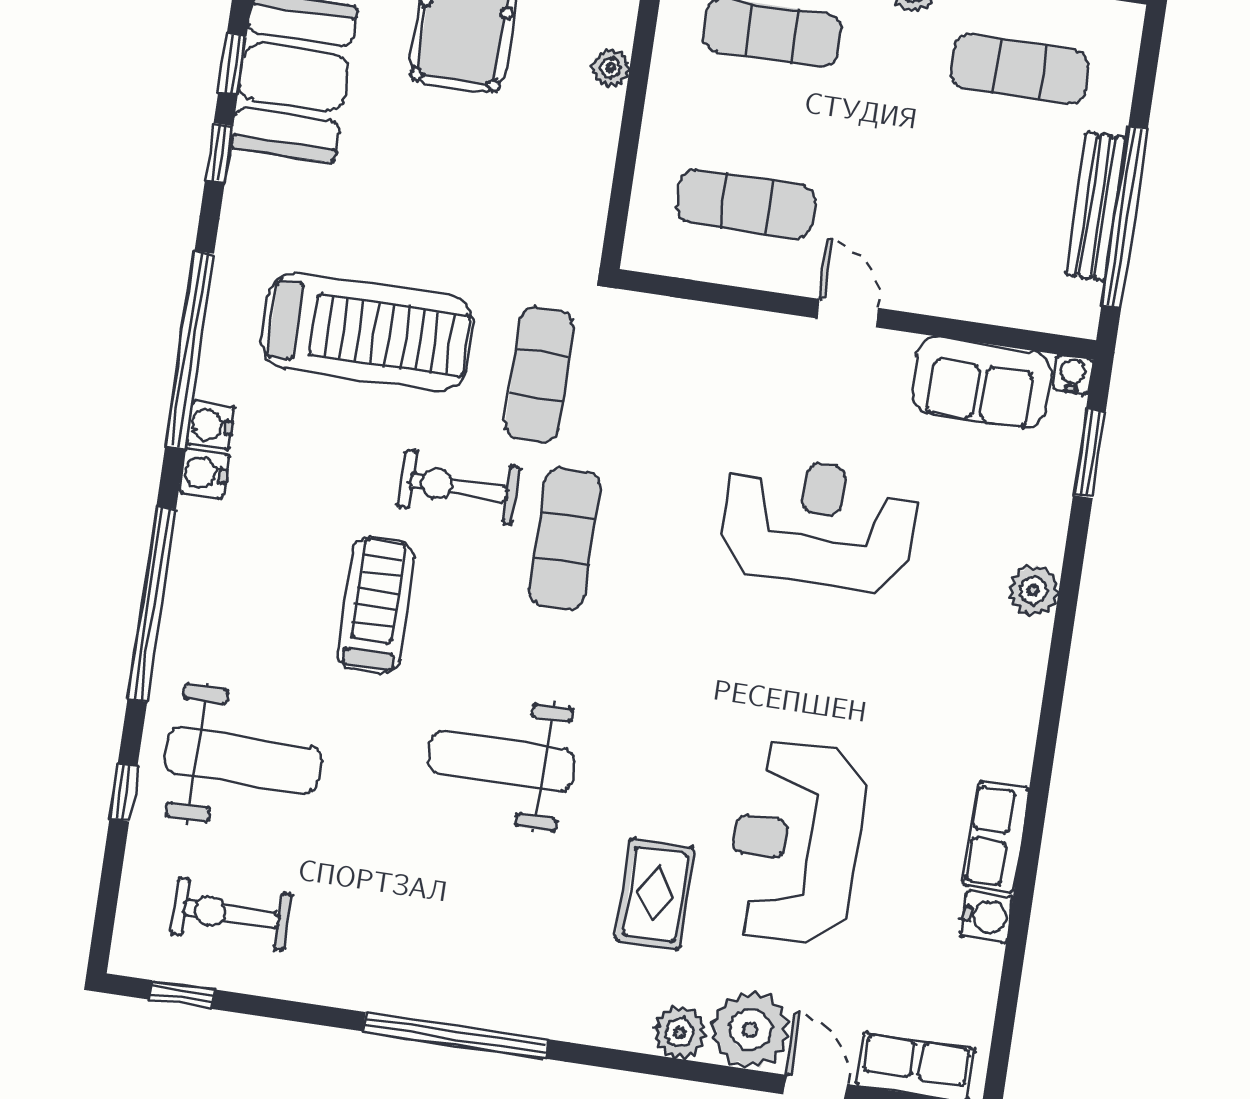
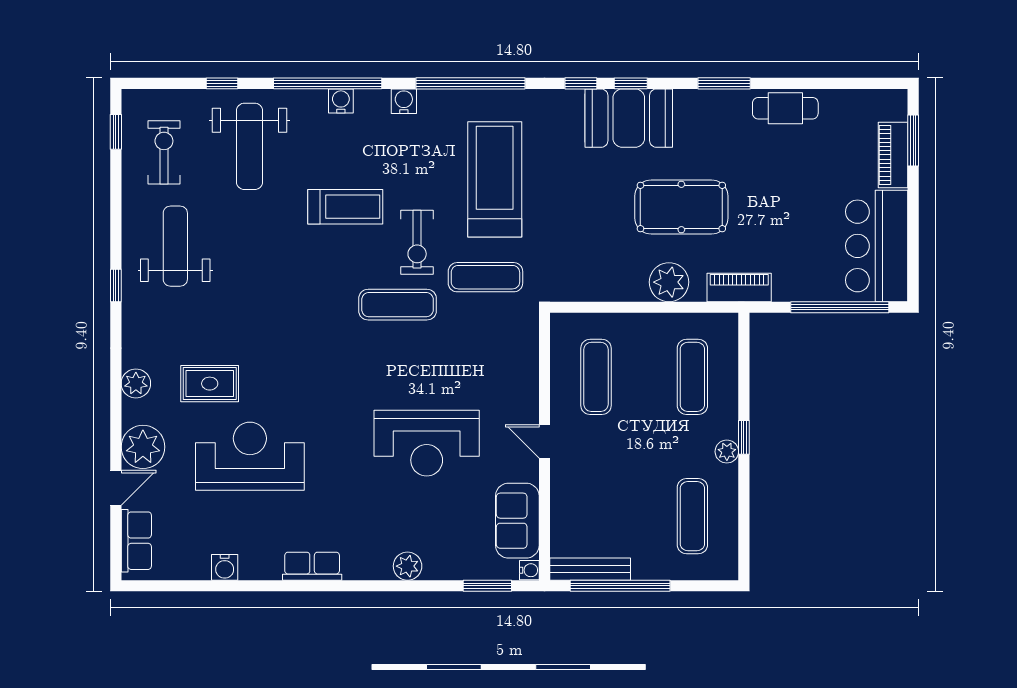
plant: (611, 68) -> (669, 282), width x1.88, depth x1.88
bench: (1096, 206) -> (590, 569), moved
door: (847, 313) -> (545, 441), swing flipped
treadmill: (367, 332) -> (495, 179), turned 180
water cooler: (210, 425) -> (341, 101), moved
exercise bike: (459, 487) -> (417, 242), turned 180
reception desk: (819, 524) -> (427, 443), turned 90
weight bench: (501, 761) -> (175, 246), moved
row of seats: (996, 836) -> (312, 566), moved
plant: (680, 1032) -> (136, 383), moved
window: (455, 1035) -> (116, 285), width x0.32

